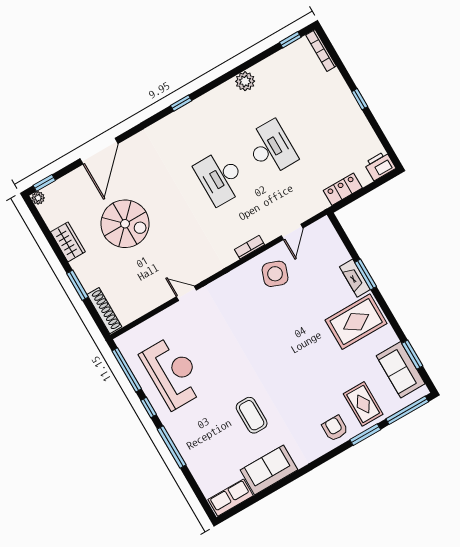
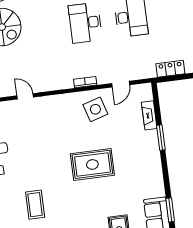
side table: (275, 274) -> (95, 109), turned -37
fireplace: (355, 278) -> (149, 115), moved
rug: (356, 322) -> (92, 164), moved

